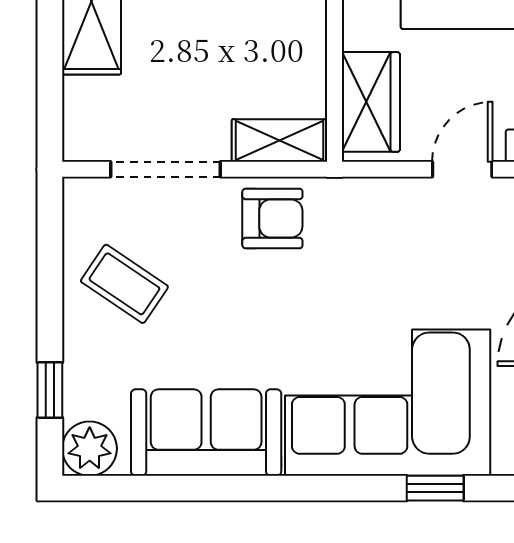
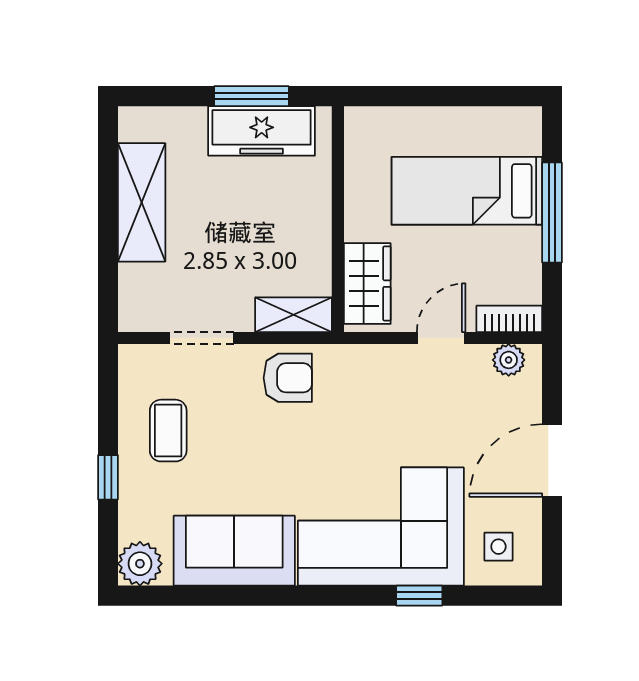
doorway: (166, 169) -> (201, 338), width x0.73
coffee table: (124, 284) -> (168, 431), turned 56
window: (50, 390) -> (108, 477), moved

